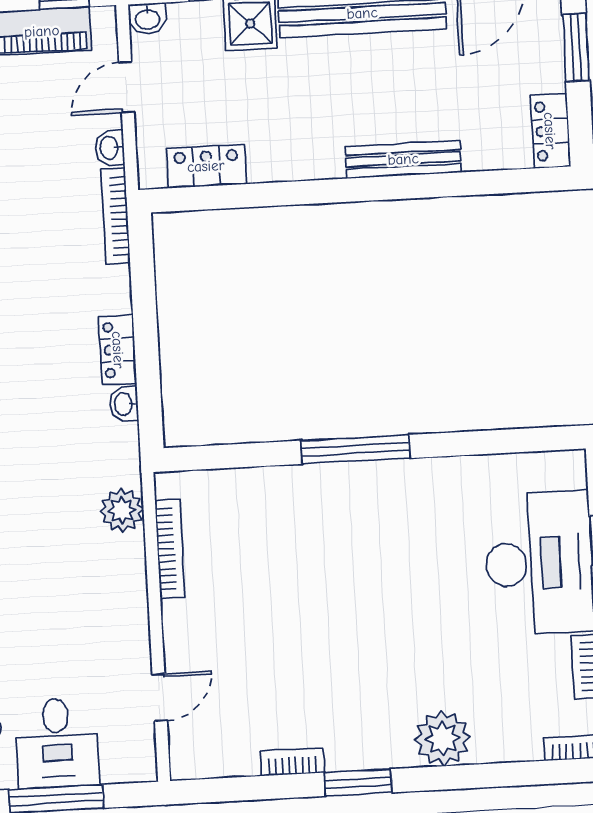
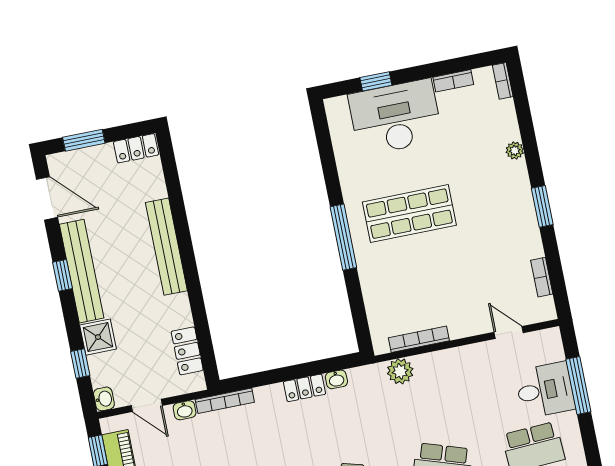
bench: (403, 159) -> (166, 247), width x1.37, depth x1.21
shop shelf: (378, 563) -> (409, 214), added
plant: (442, 738) -> (515, 151), width x0.53, depth x0.53
bookcase: (292, 762) -> (542, 277), moved

